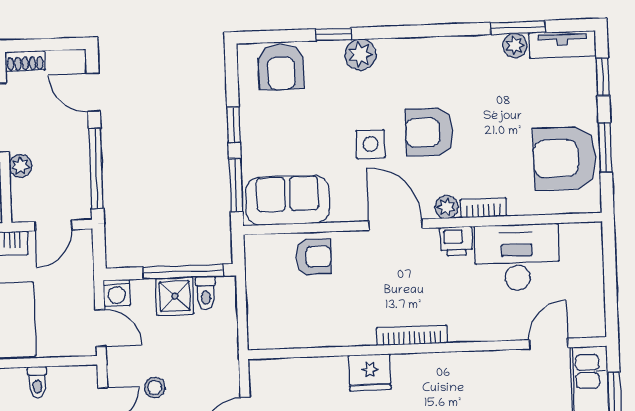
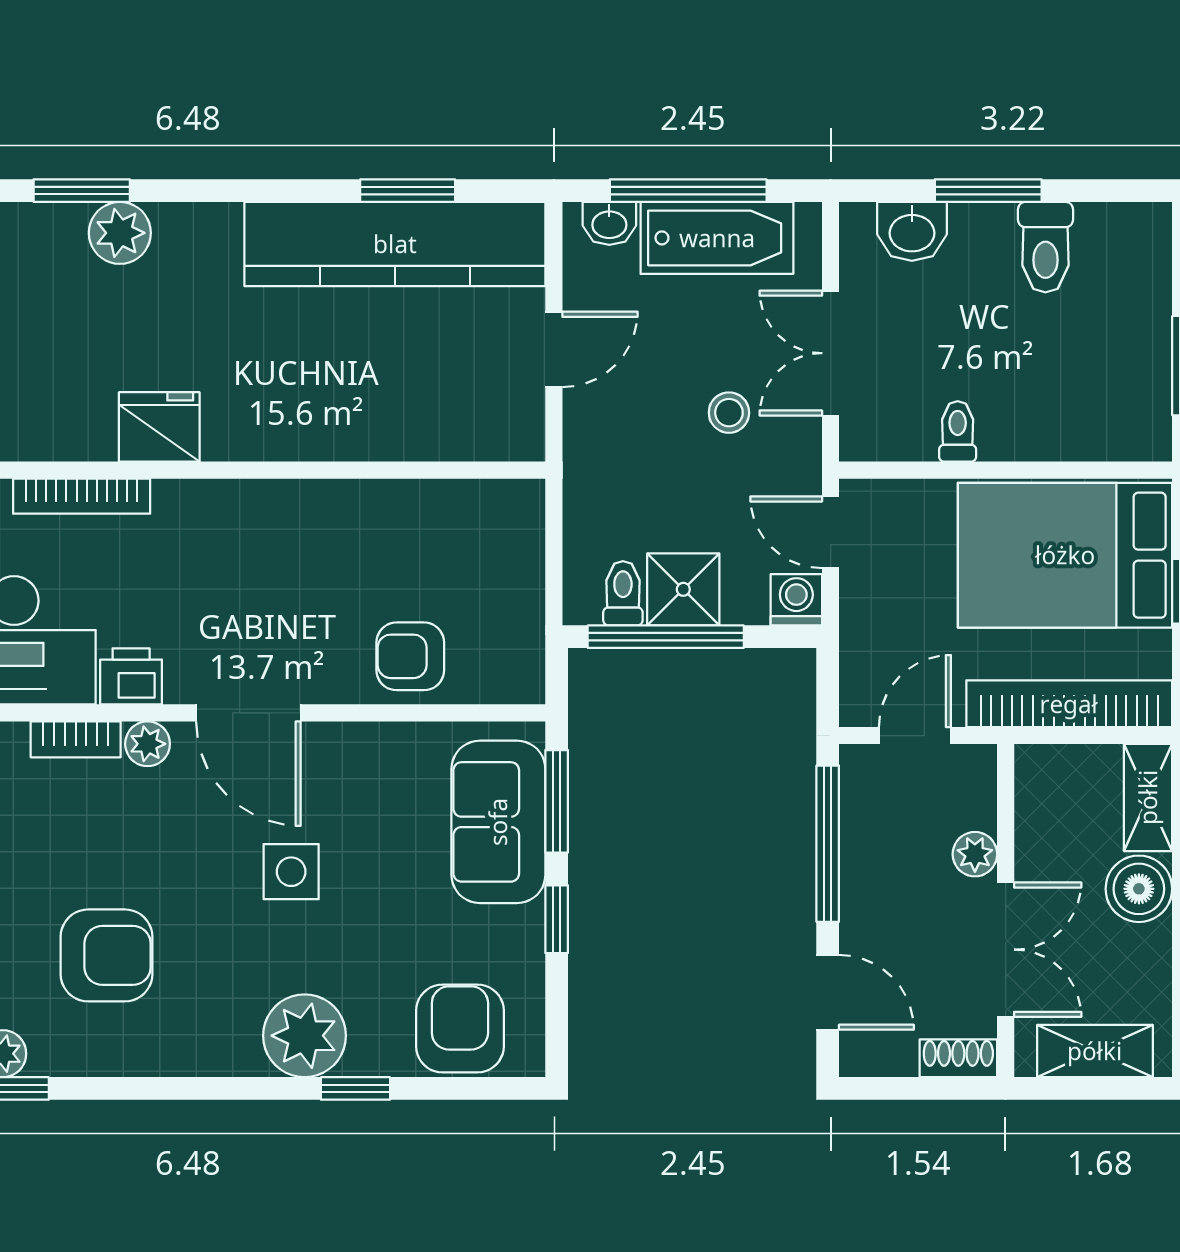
plant: (360, 55) -> (305, 1036), width x1.36, depth x1.36
armchair: (429, 132) -> (107, 955), moved
sofa: (288, 200) -> (498, 822), moved, turned 90
bookcase: (412, 335) -> (82, 496), moved
fridge: (370, 372) -> (159, 427), moved

